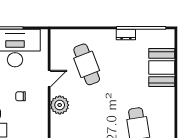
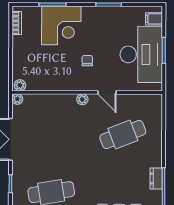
plant: (60, 105) -> (82, 99), width x0.53, depth x0.53

